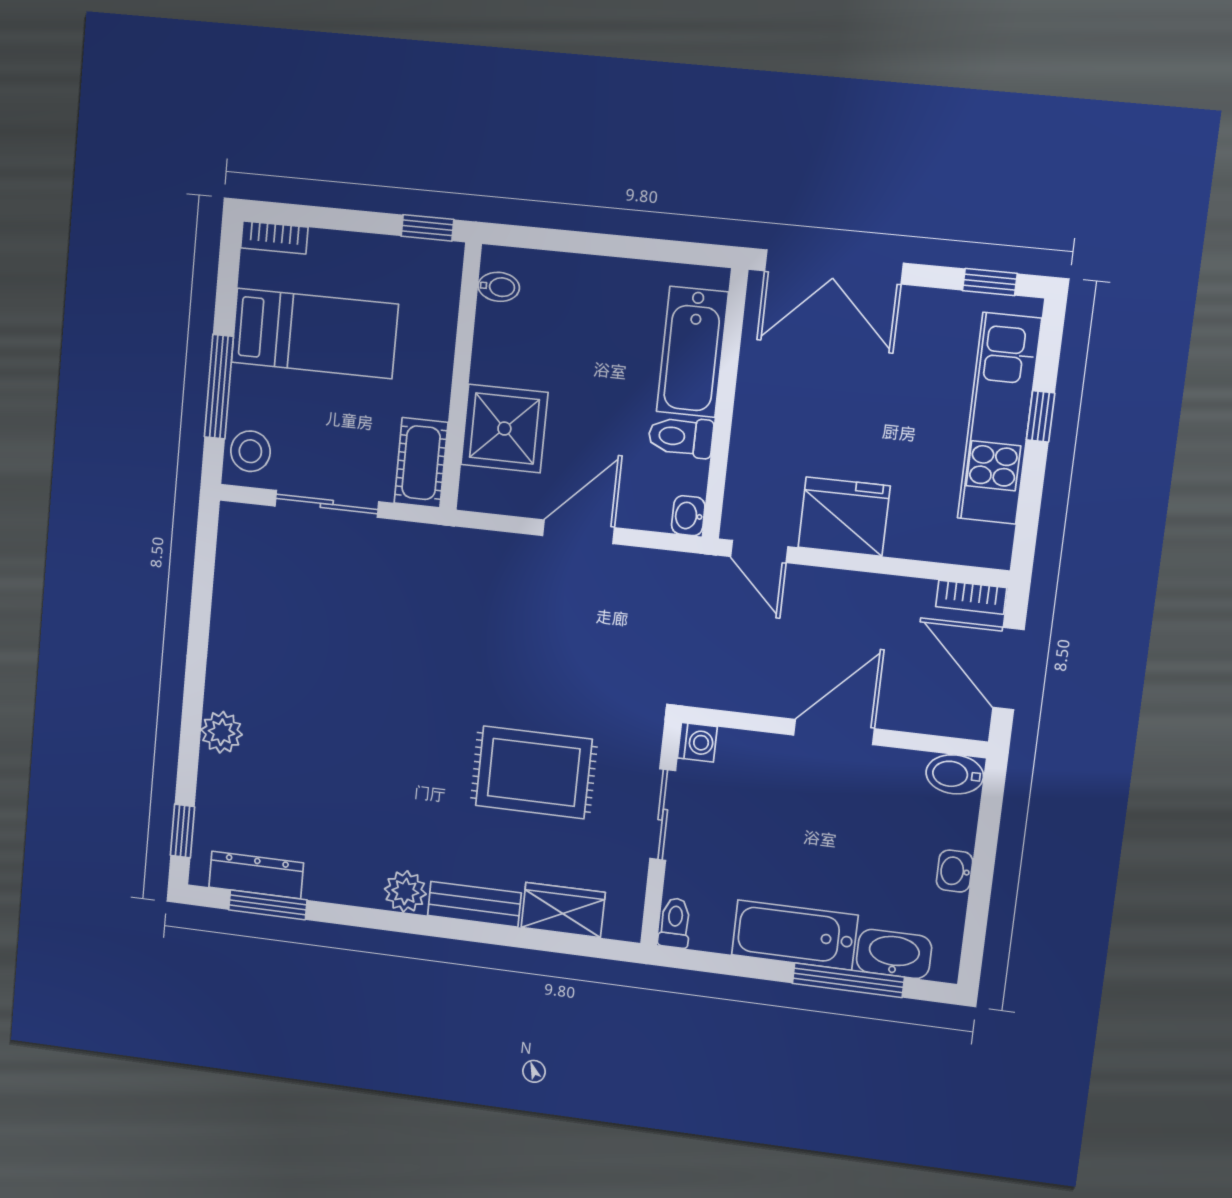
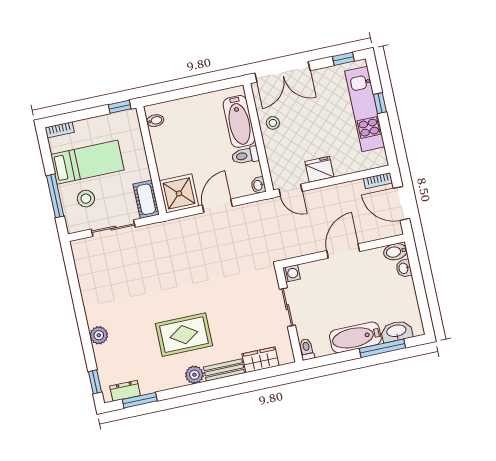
stool: (770, 381) -> (273, 123), added
shower: (504, 429) -> (179, 193), moved
stool: (250, 451) -> (86, 199), moved
fridge: (844, 517) -> (319, 169), width x0.73, depth x0.75
rug: (534, 772) -> (184, 335), moved
washbasin: (955, 871) -> (404, 268), moved
dresser: (256, 875) -> (125, 391), width x0.70

